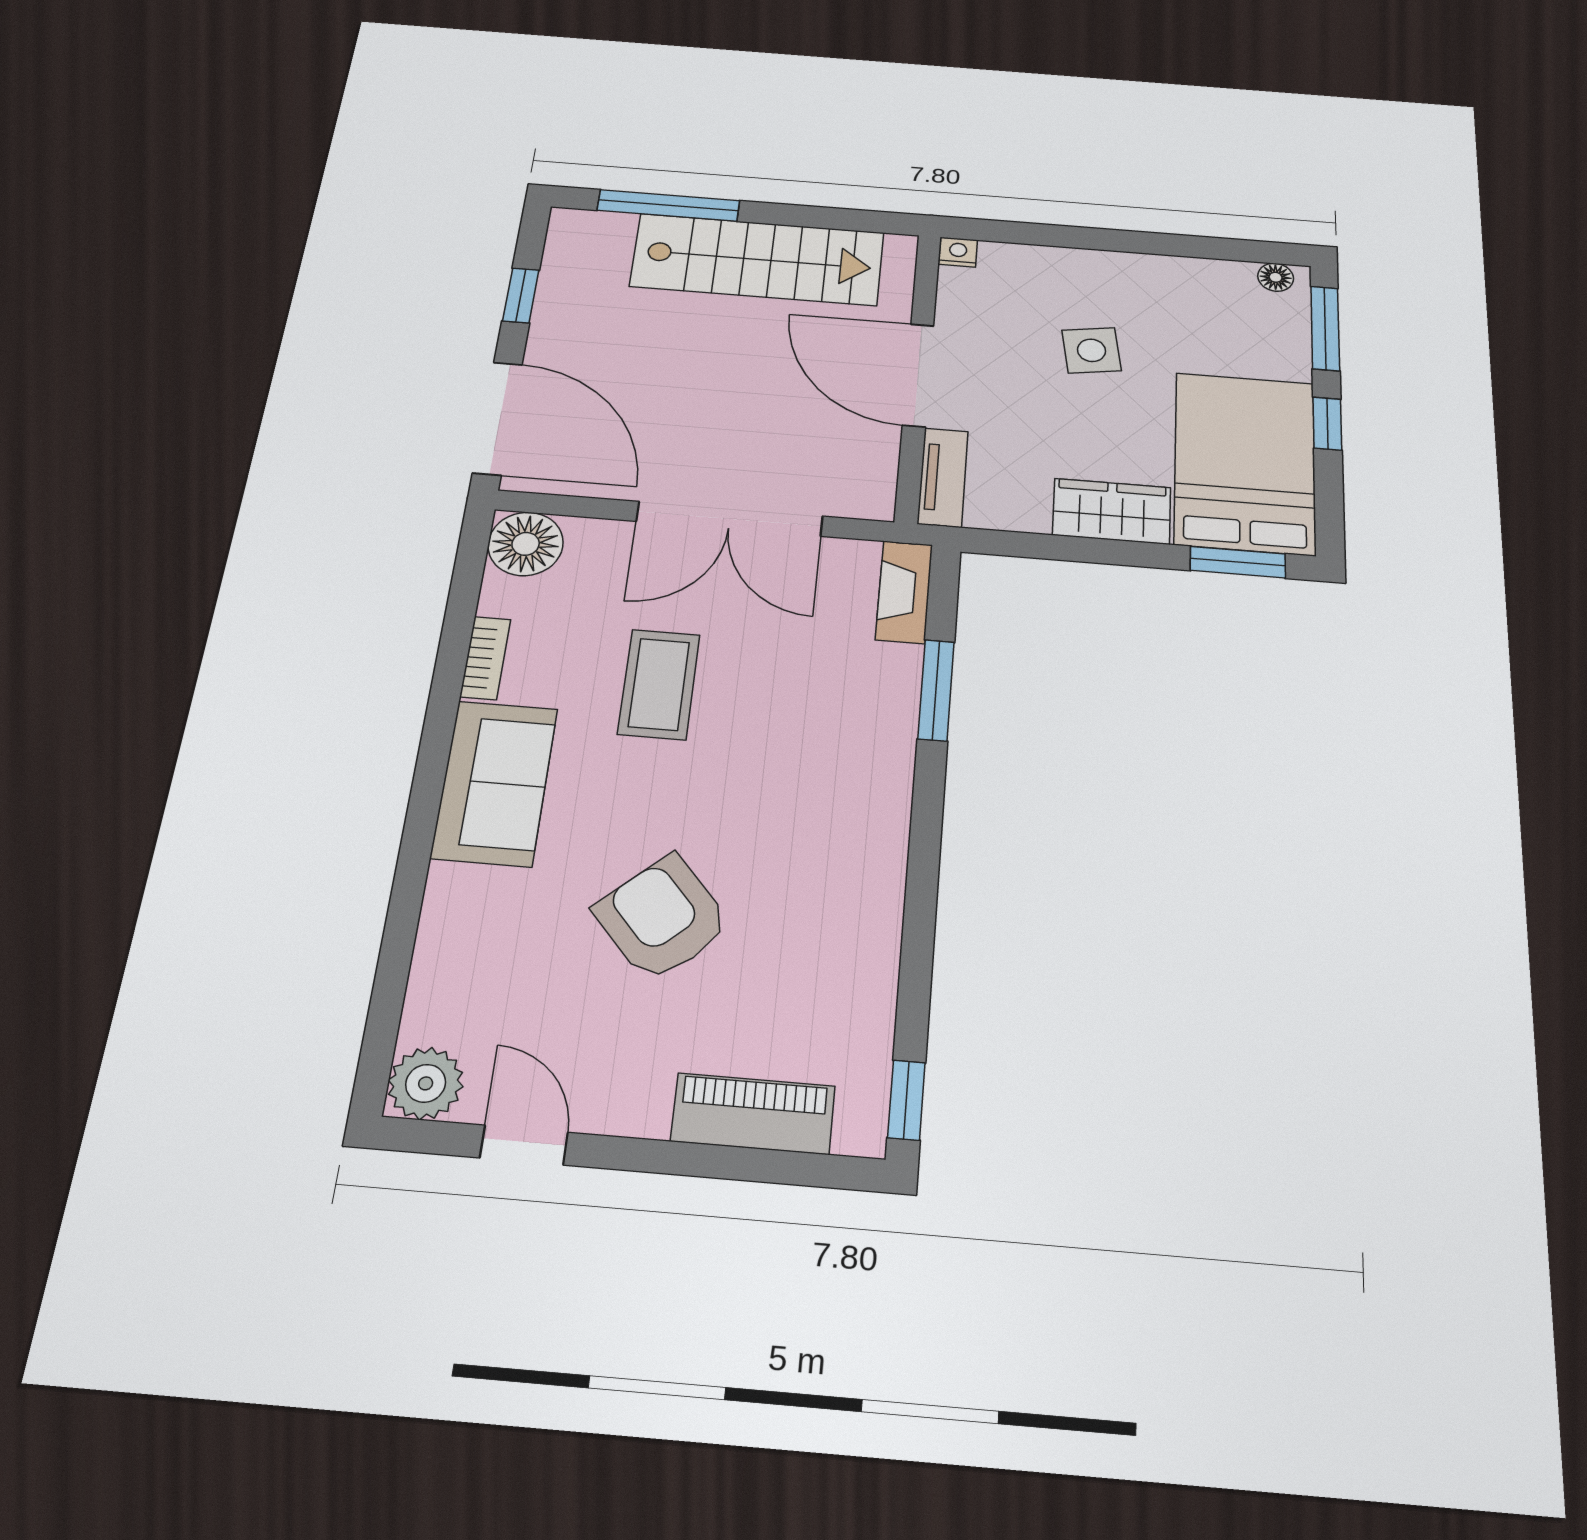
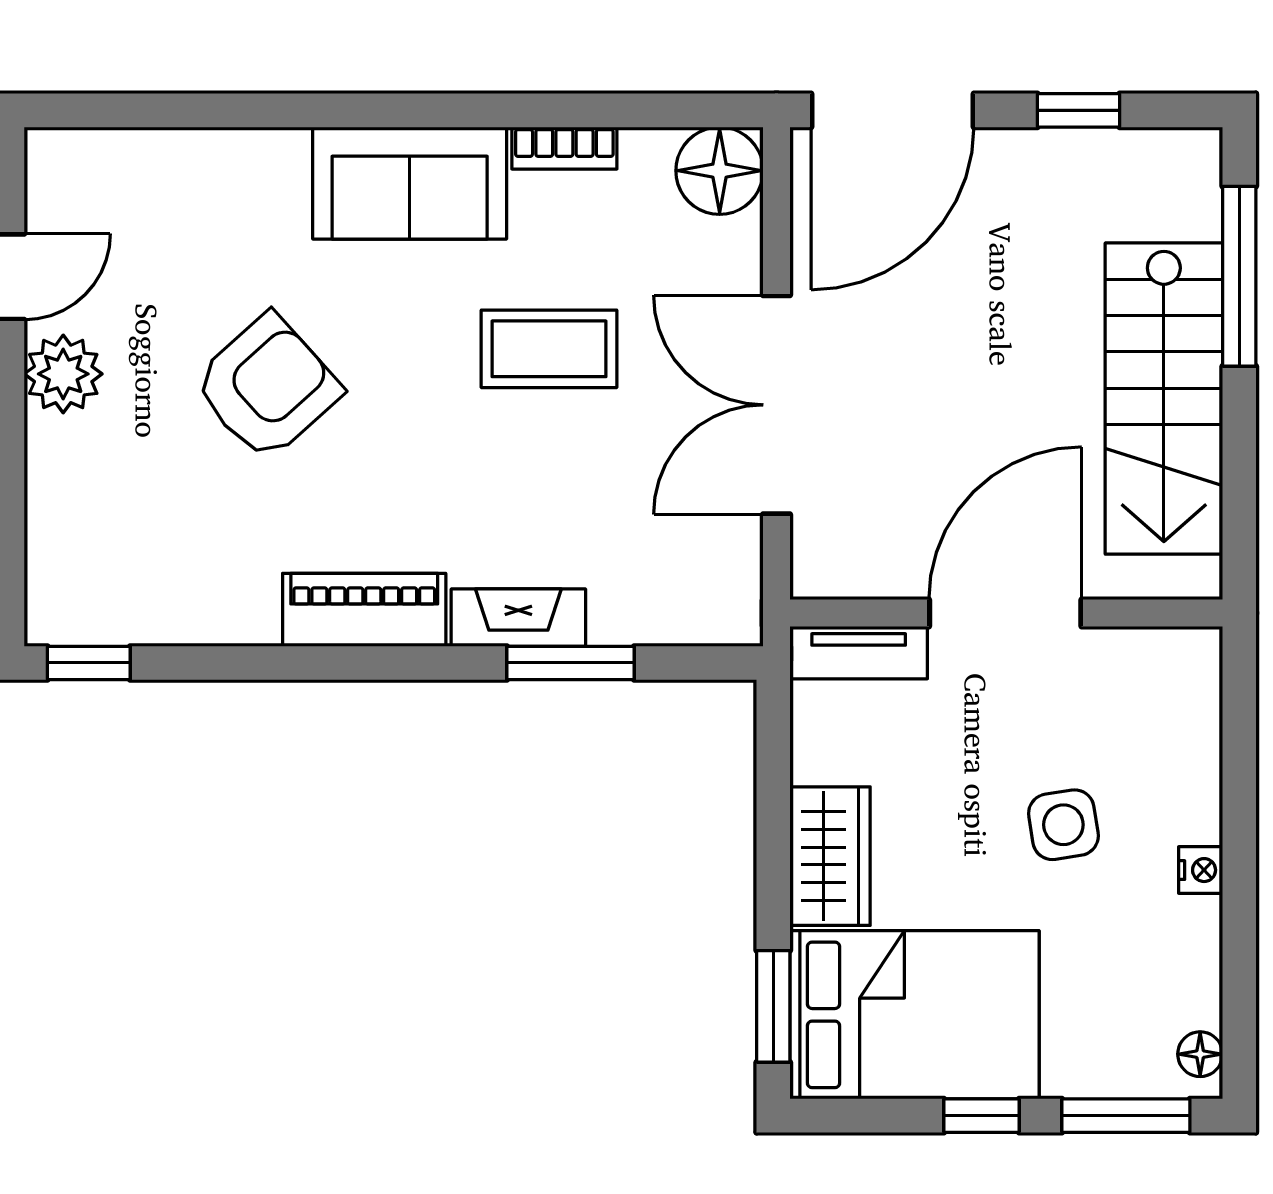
nightstand: (958, 252) -> (1201, 870), moved
fireplace: (904, 592) -> (518, 618), moved
plant: (426, 1083) -> (63, 374), moved
piano: (753, 1114) -> (364, 610), moved, turned -90

